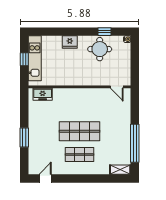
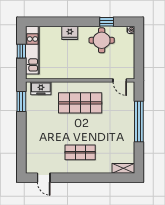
shop shelf: (79, 131) -> (80, 103), moved
window: (24, 137) -> (21, 101), moved
window: (135, 143) -> (139, 121), moved
door: (45, 178) -> (44, 178), swing flipped

